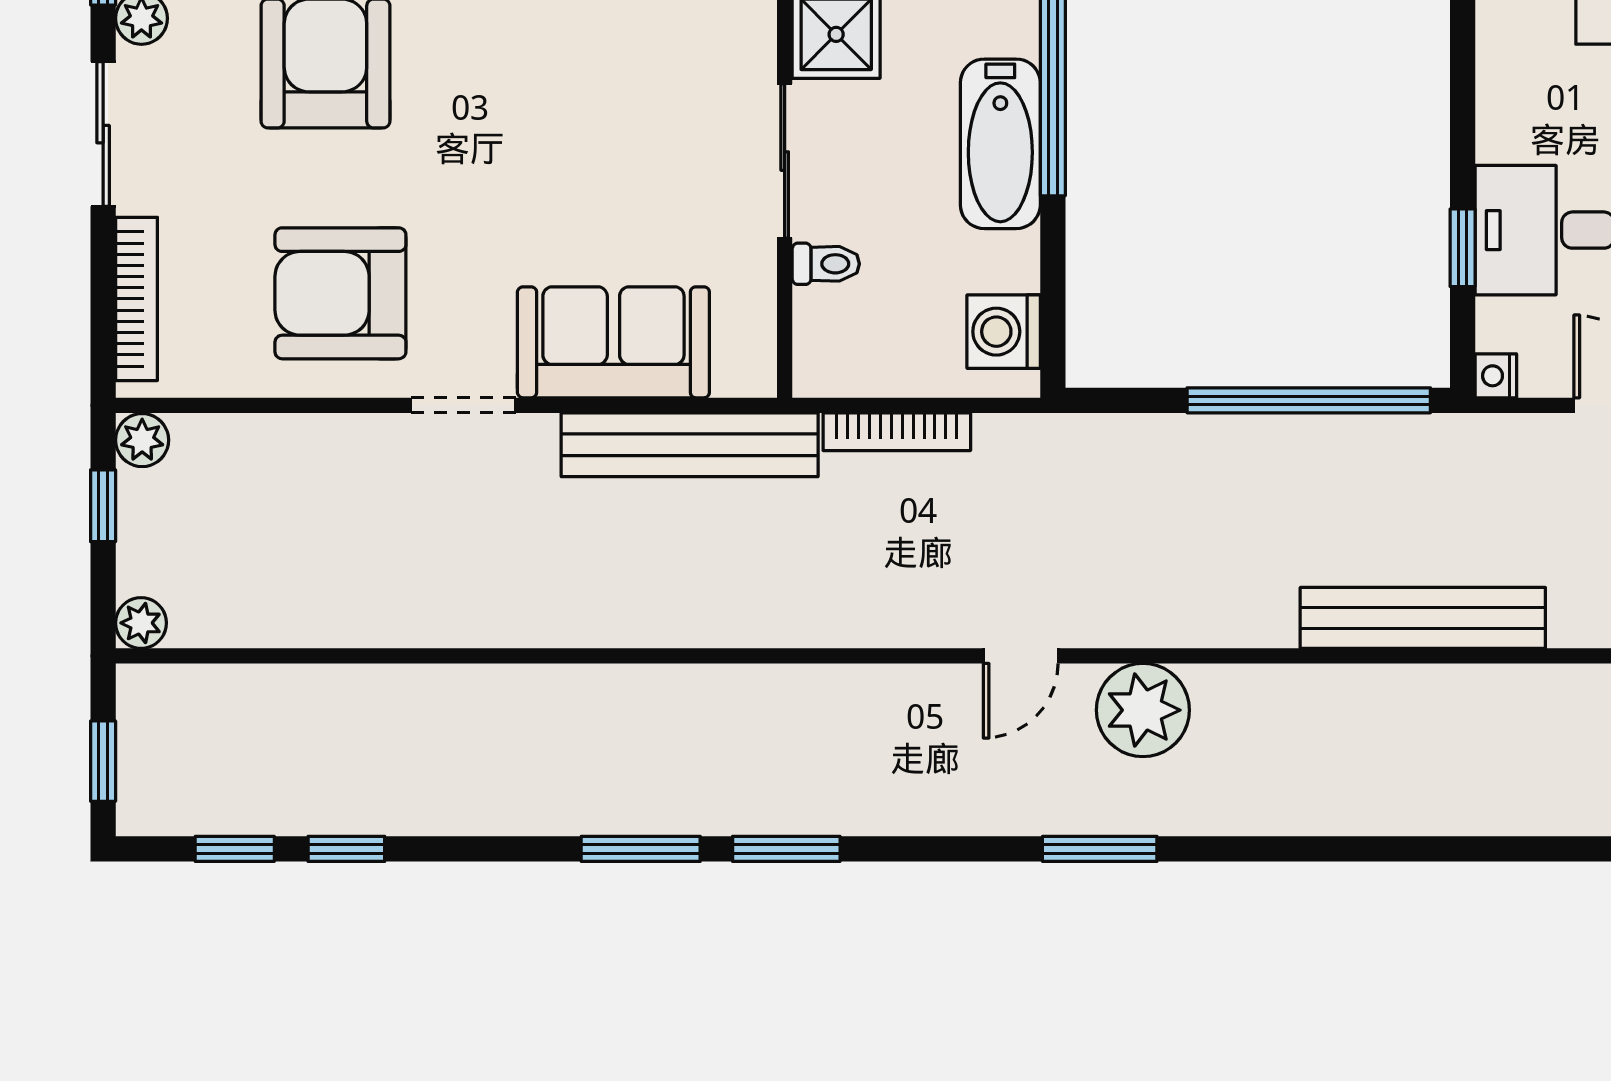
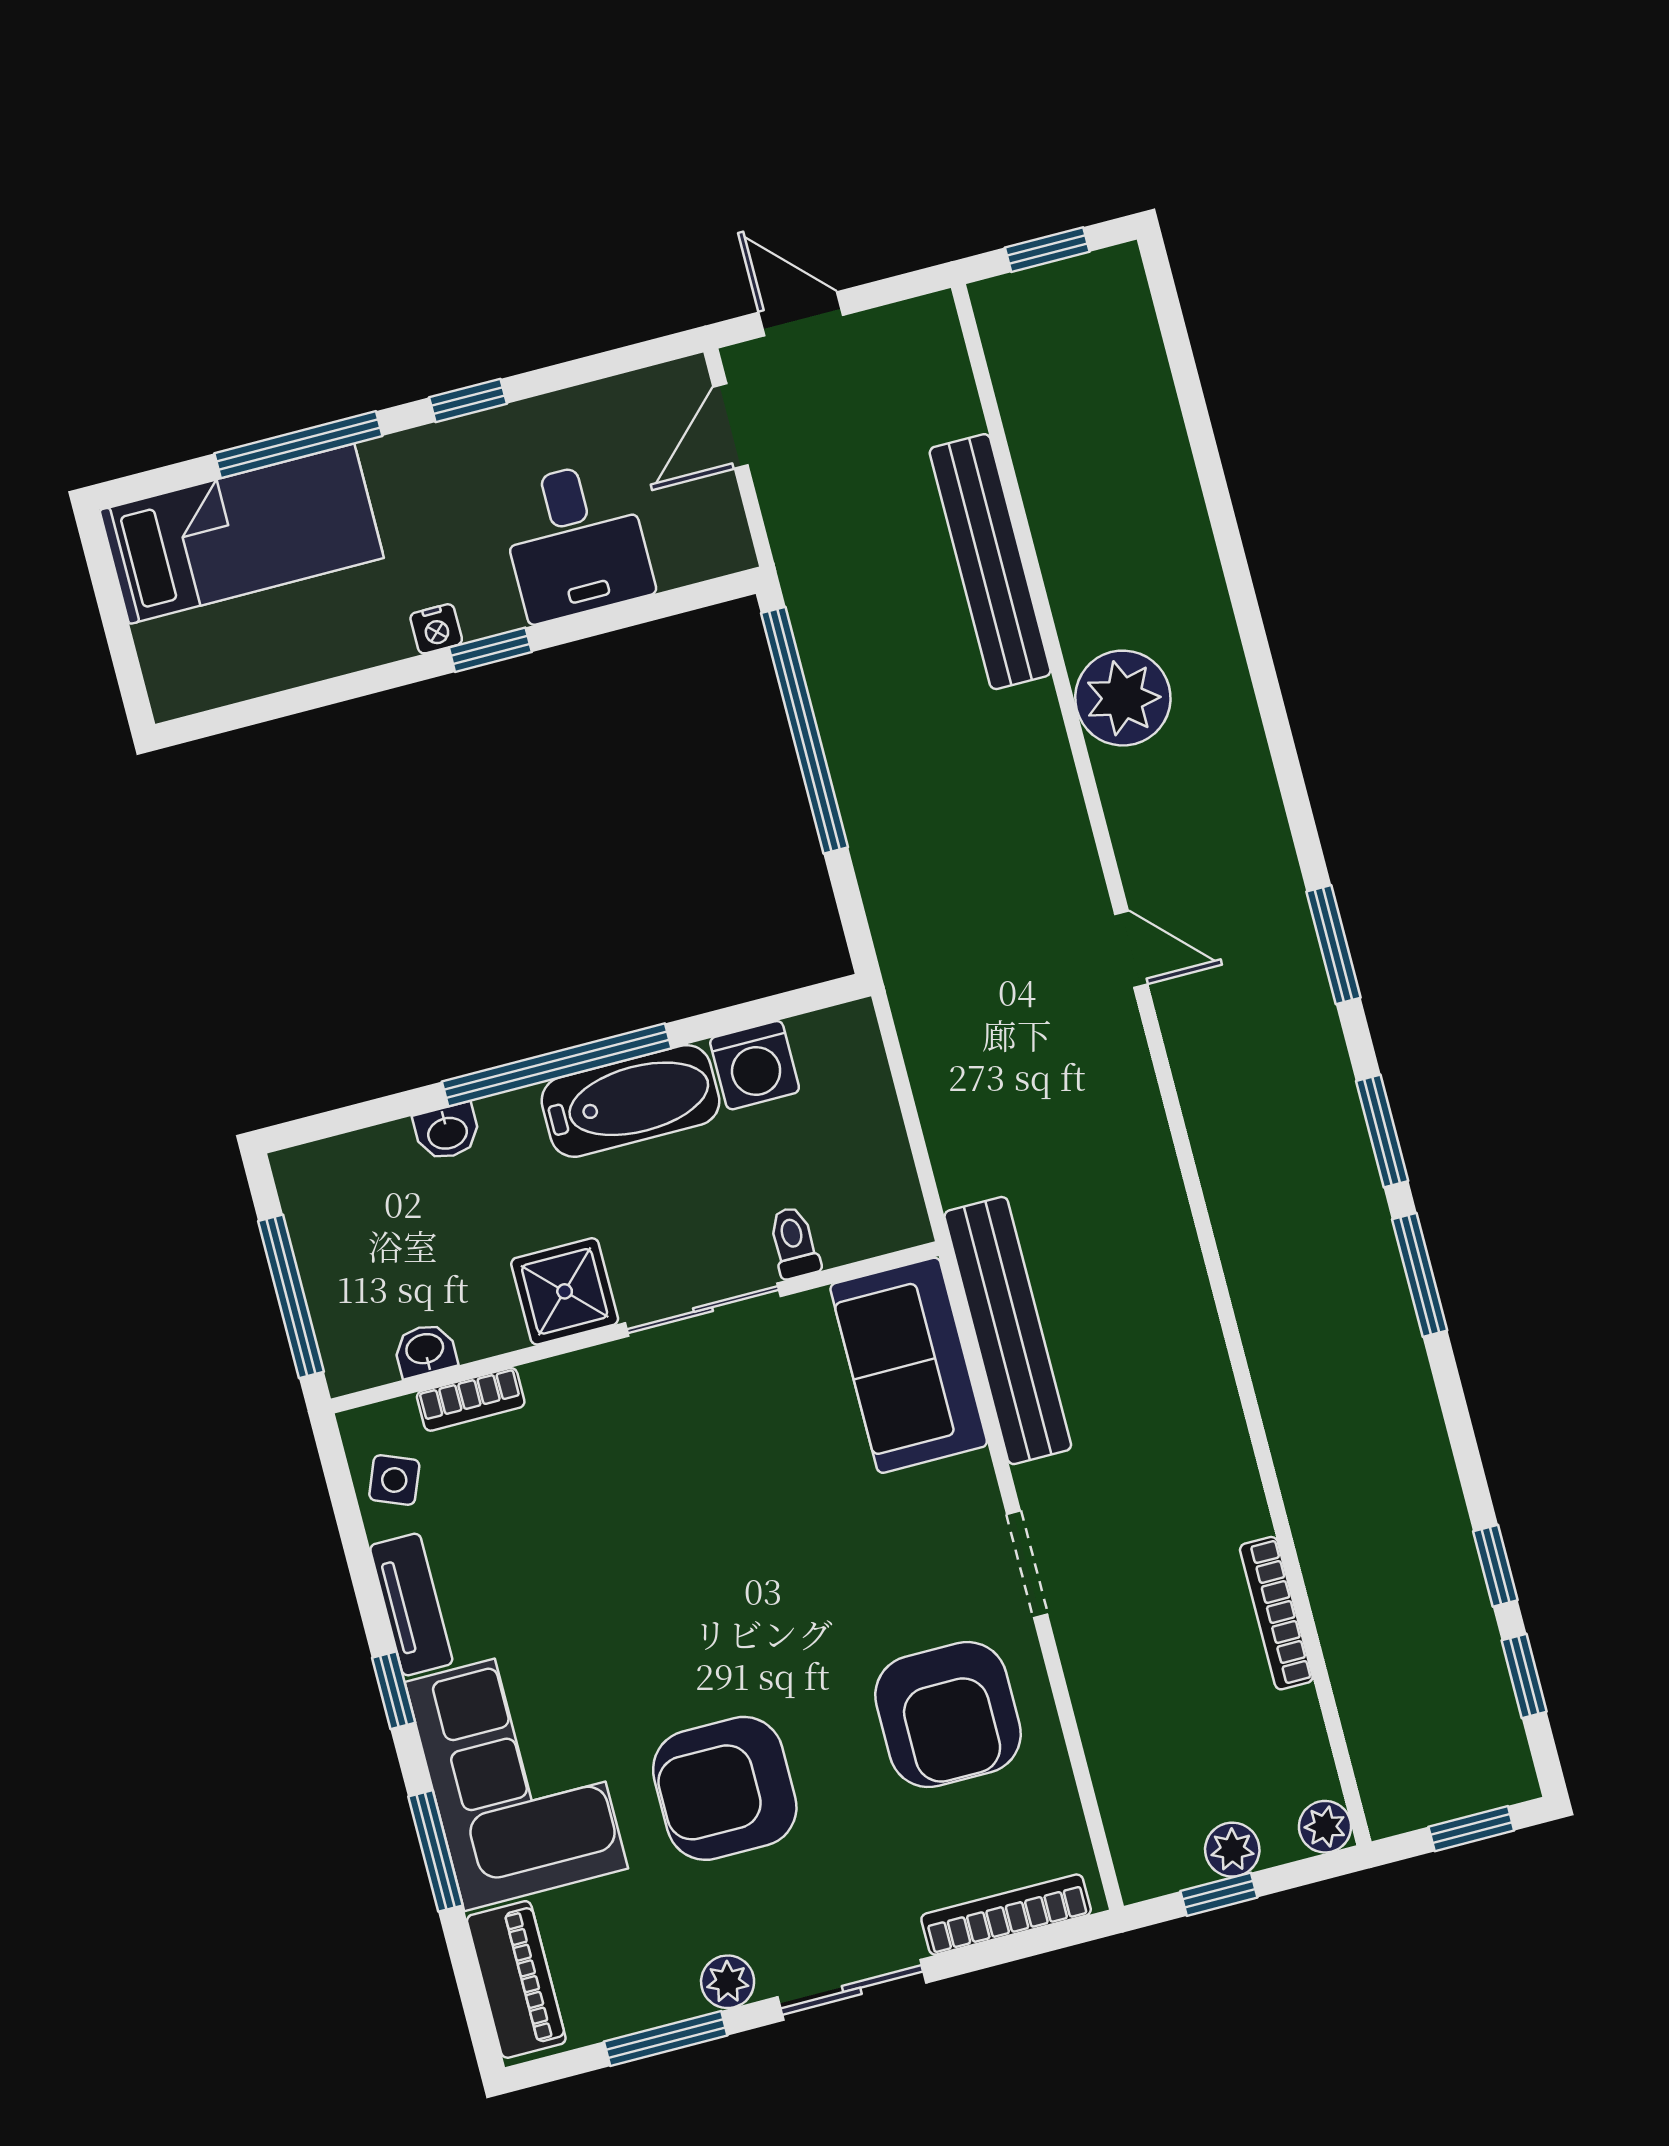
window: (1463, 248) -> (490, 650), moved
washing machine: (1004, 332) -> (755, 1065), moved
sofa: (613, 342) -> (909, 1365), moved
nightstand: (1496, 376) -> (436, 629), moved
bookcase: (897, 432) -> (1276, 1613), moved, turned 180
plant: (142, 440) -> (1232, 1850), moved
plant: (1143, 710) -> (1123, 698), moved
window: (1100, 849) -> (1334, 945), moved

